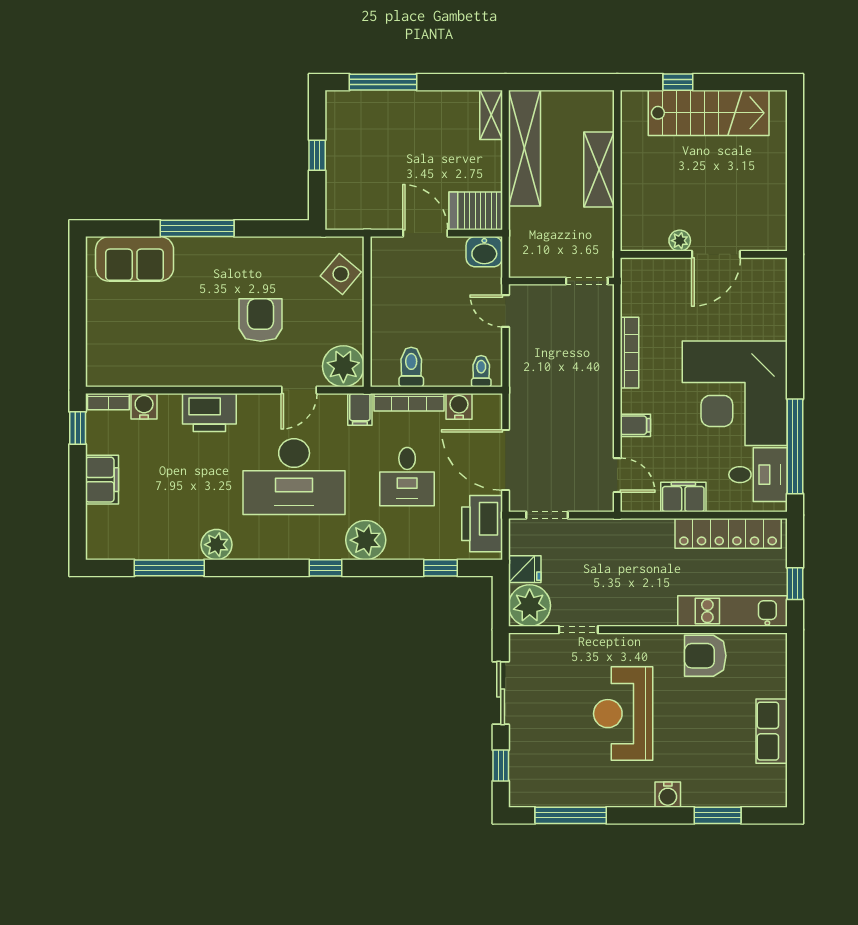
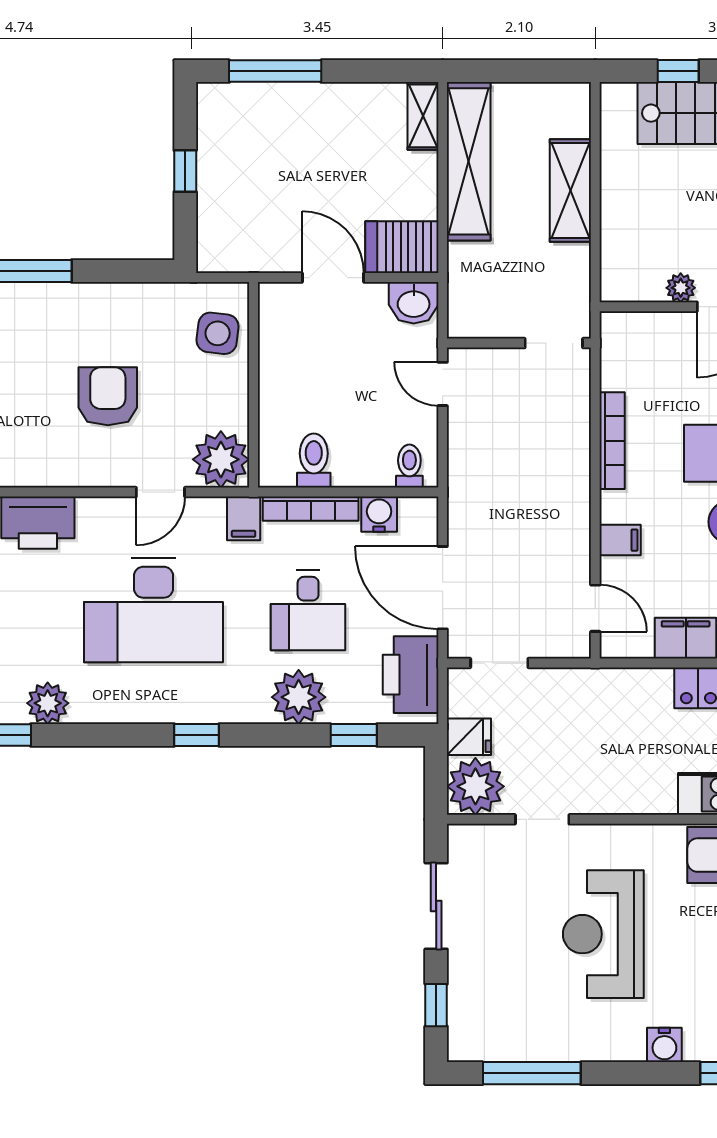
side table: (341, 274) -> (218, 333), turned -33
plant: (366, 540) -> (299, 697), moved

